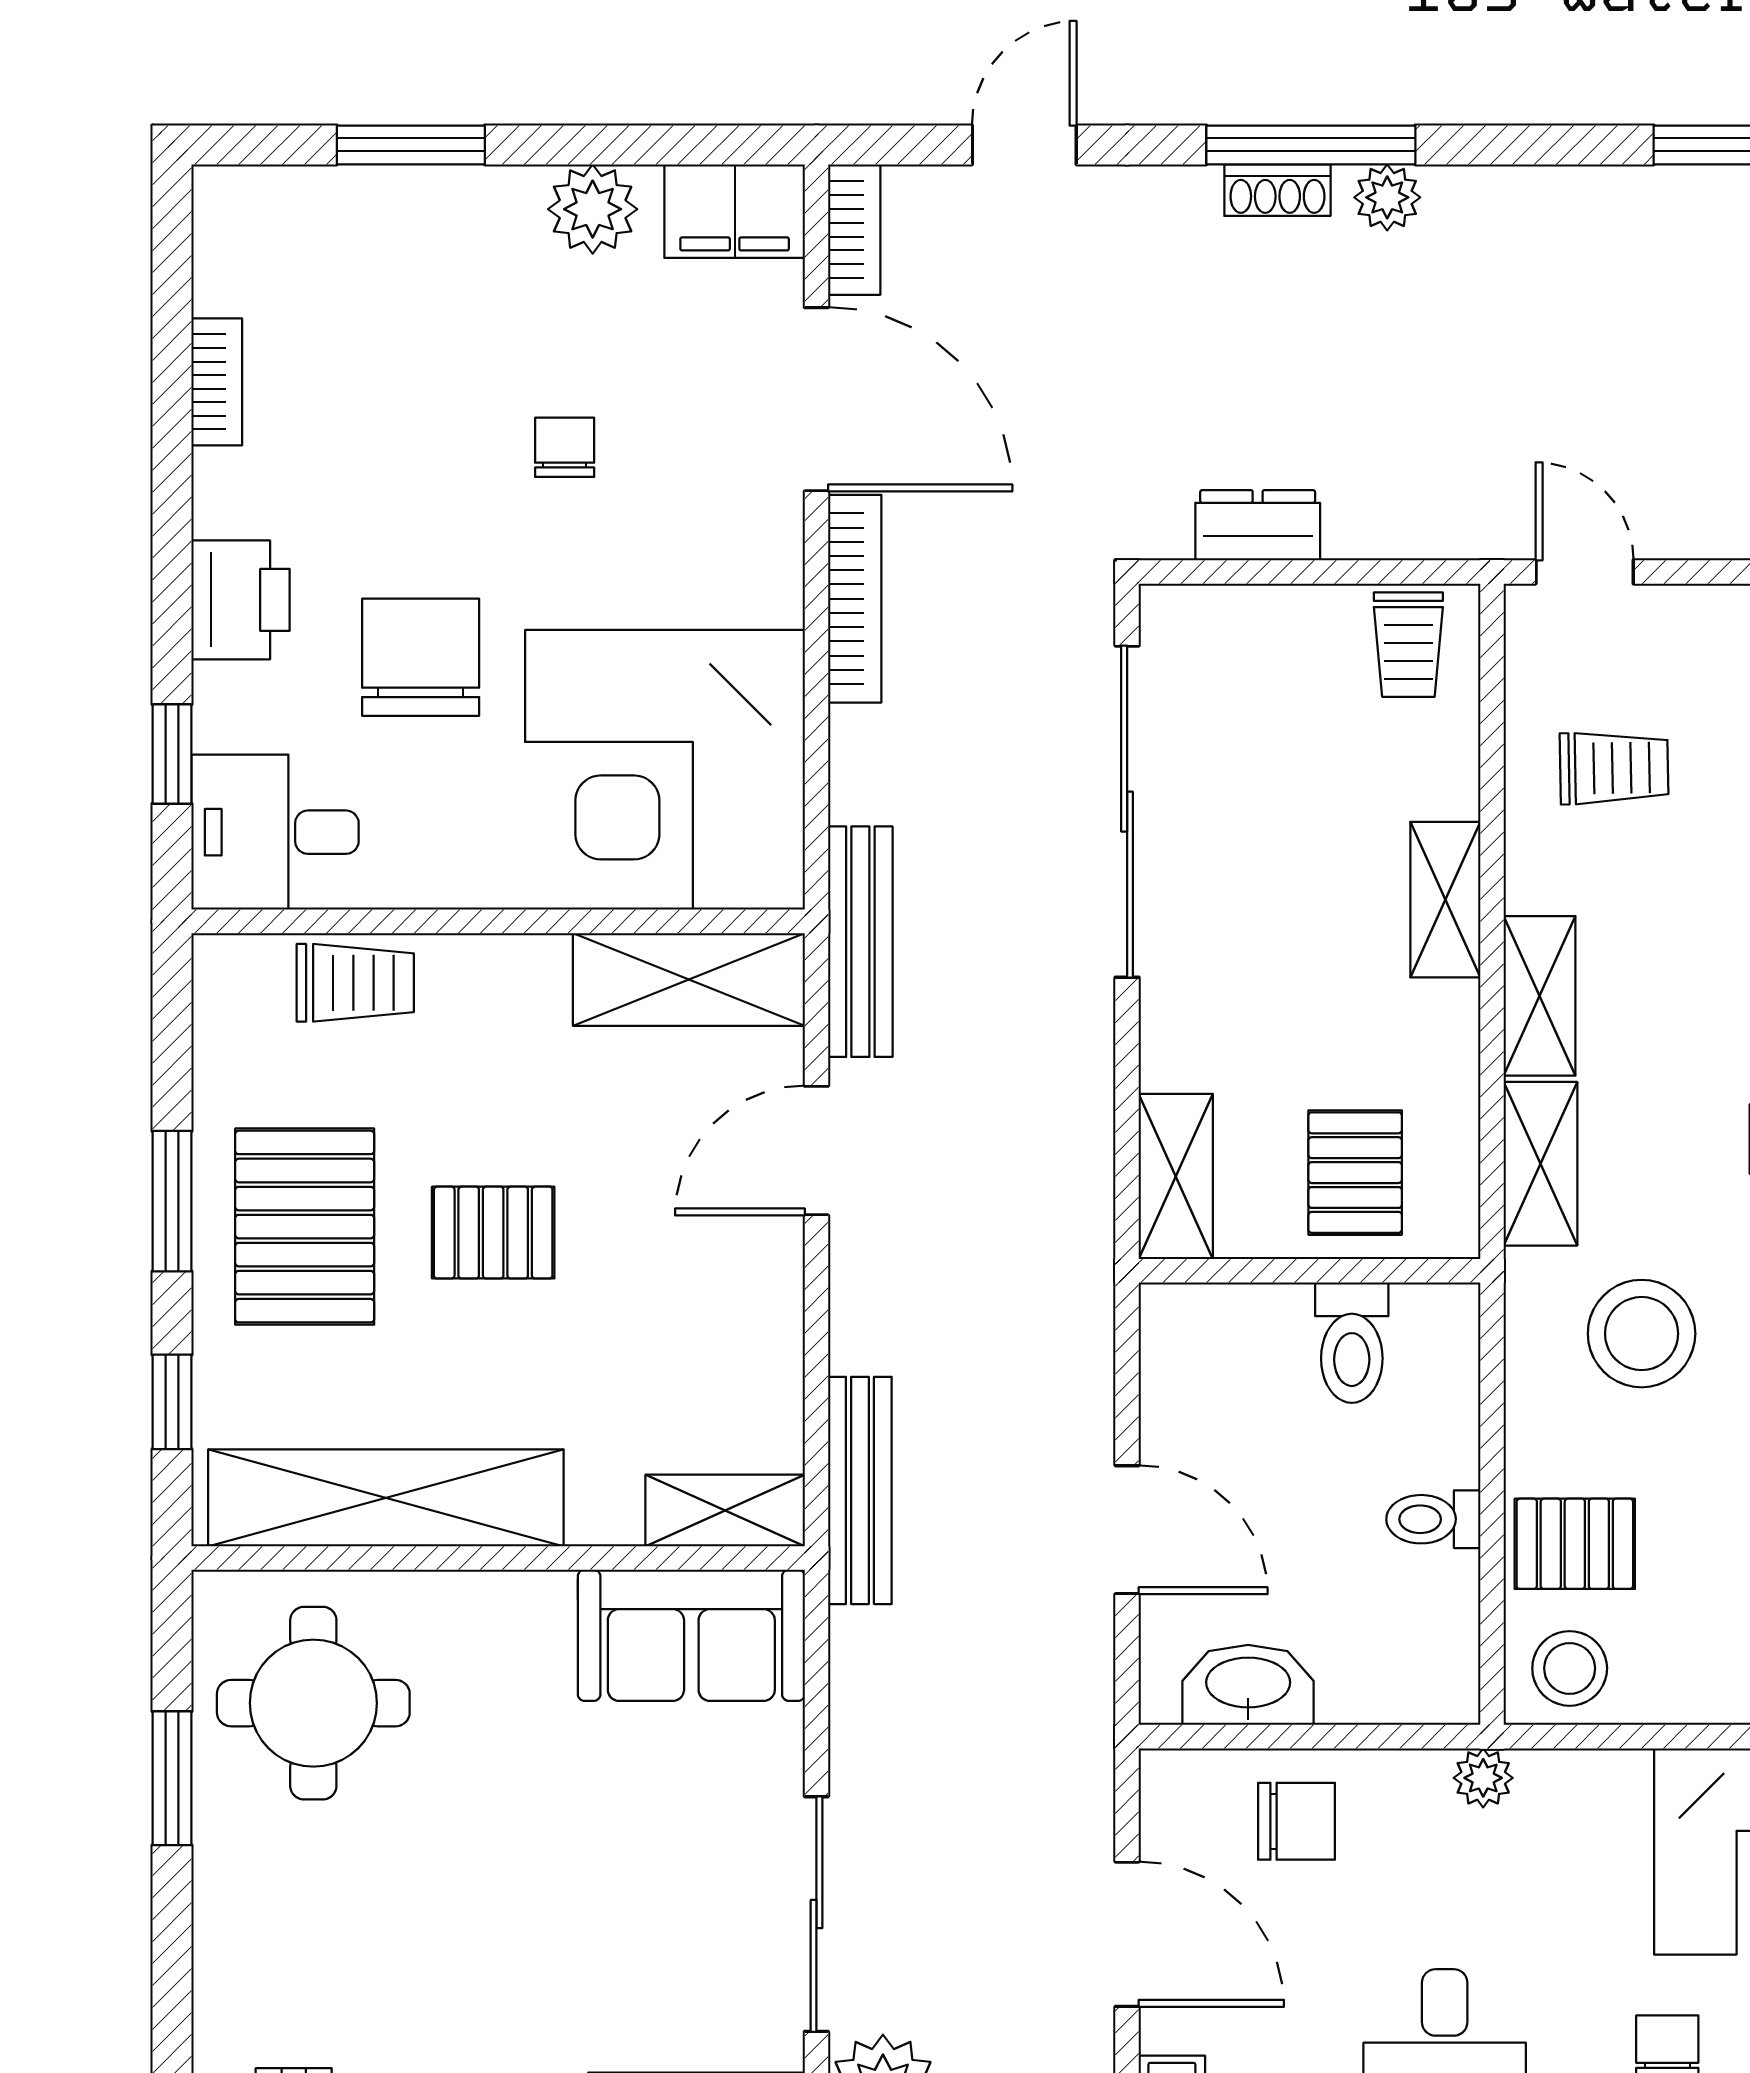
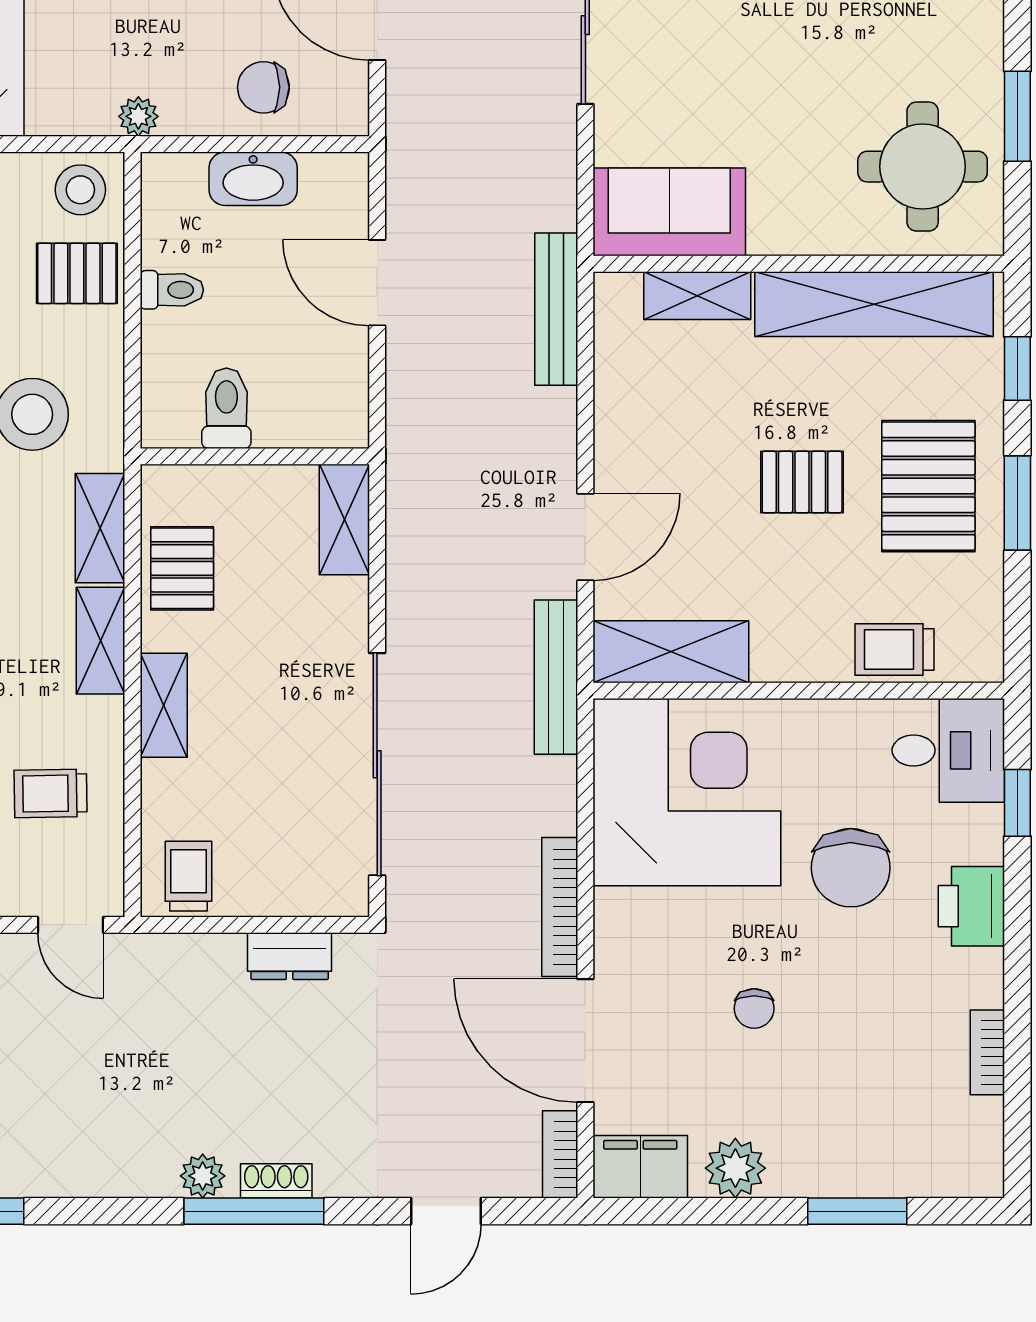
pallet: (1355, 1173) -> (182, 568), moved
shelving: (725, 1511) -> (697, 296), moved
washbasin: (1248, 1685) -> (253, 179), moved

